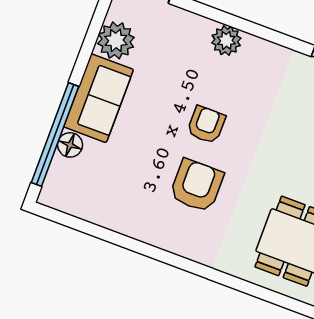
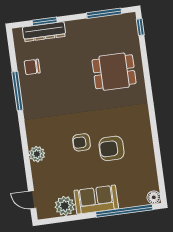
floor lamp: (70, 145) -> (154, 197), moved
armchair: (197, 186) -> (112, 148), moved

